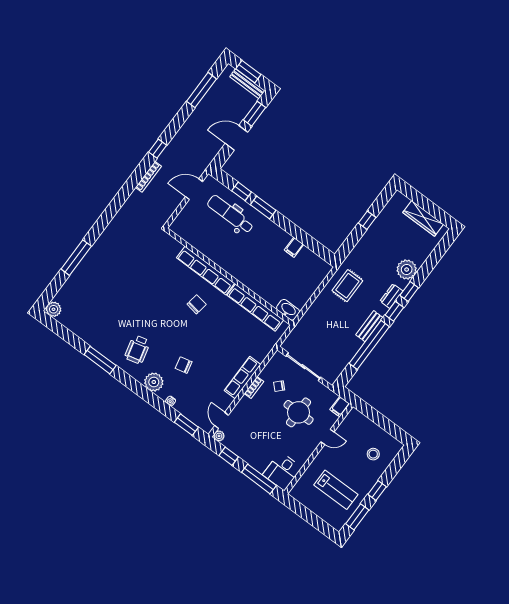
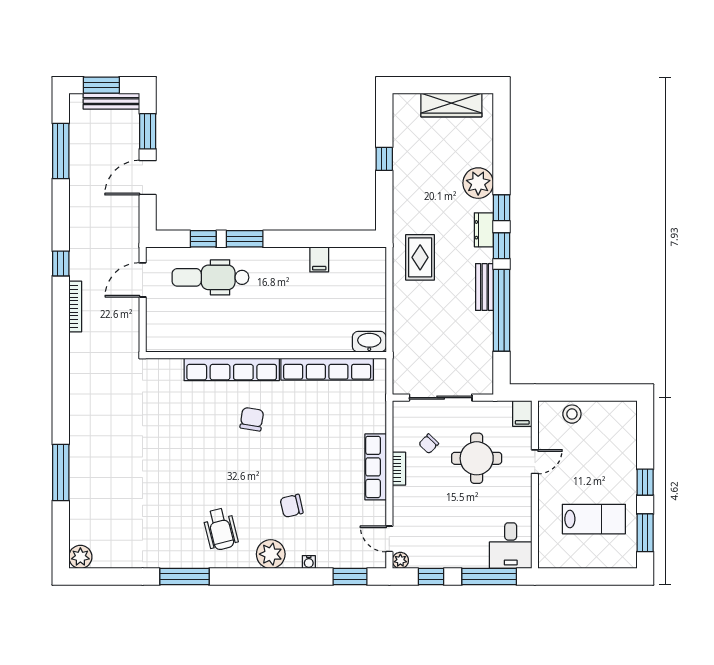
stool: (373, 454) -> (572, 414), moved

